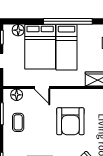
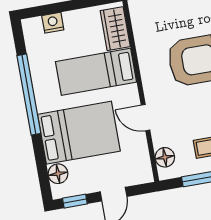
bed: (67, 47) -> (96, 72), moved, turned 180
door: (42, 88) -> (145, 118), swing flipped

